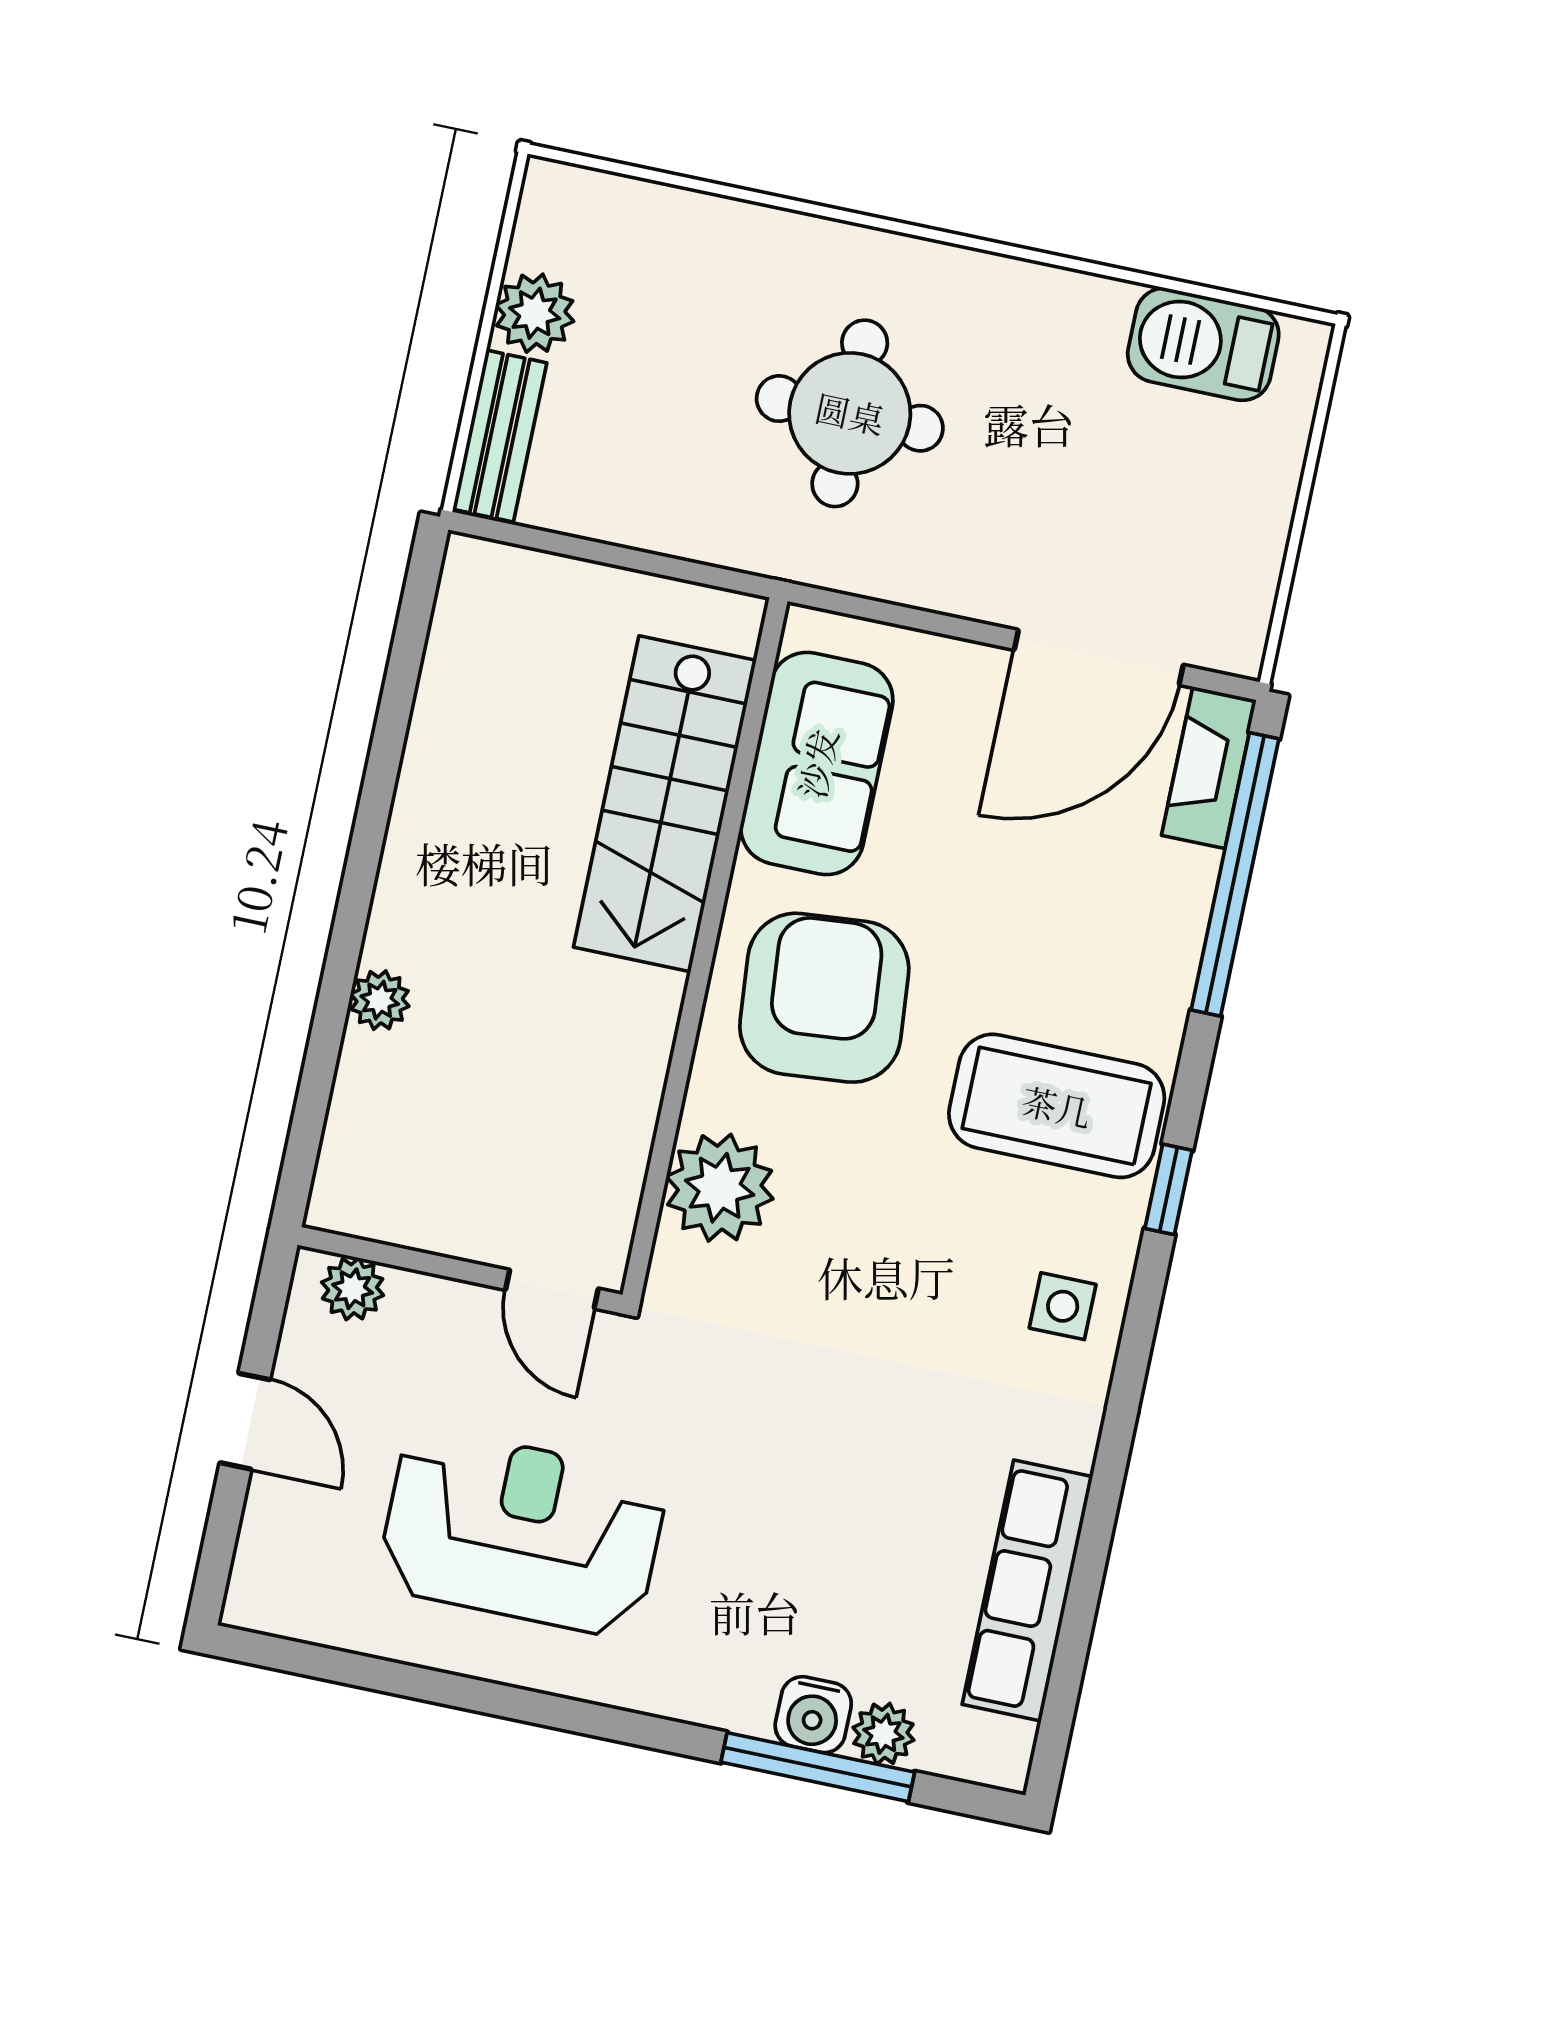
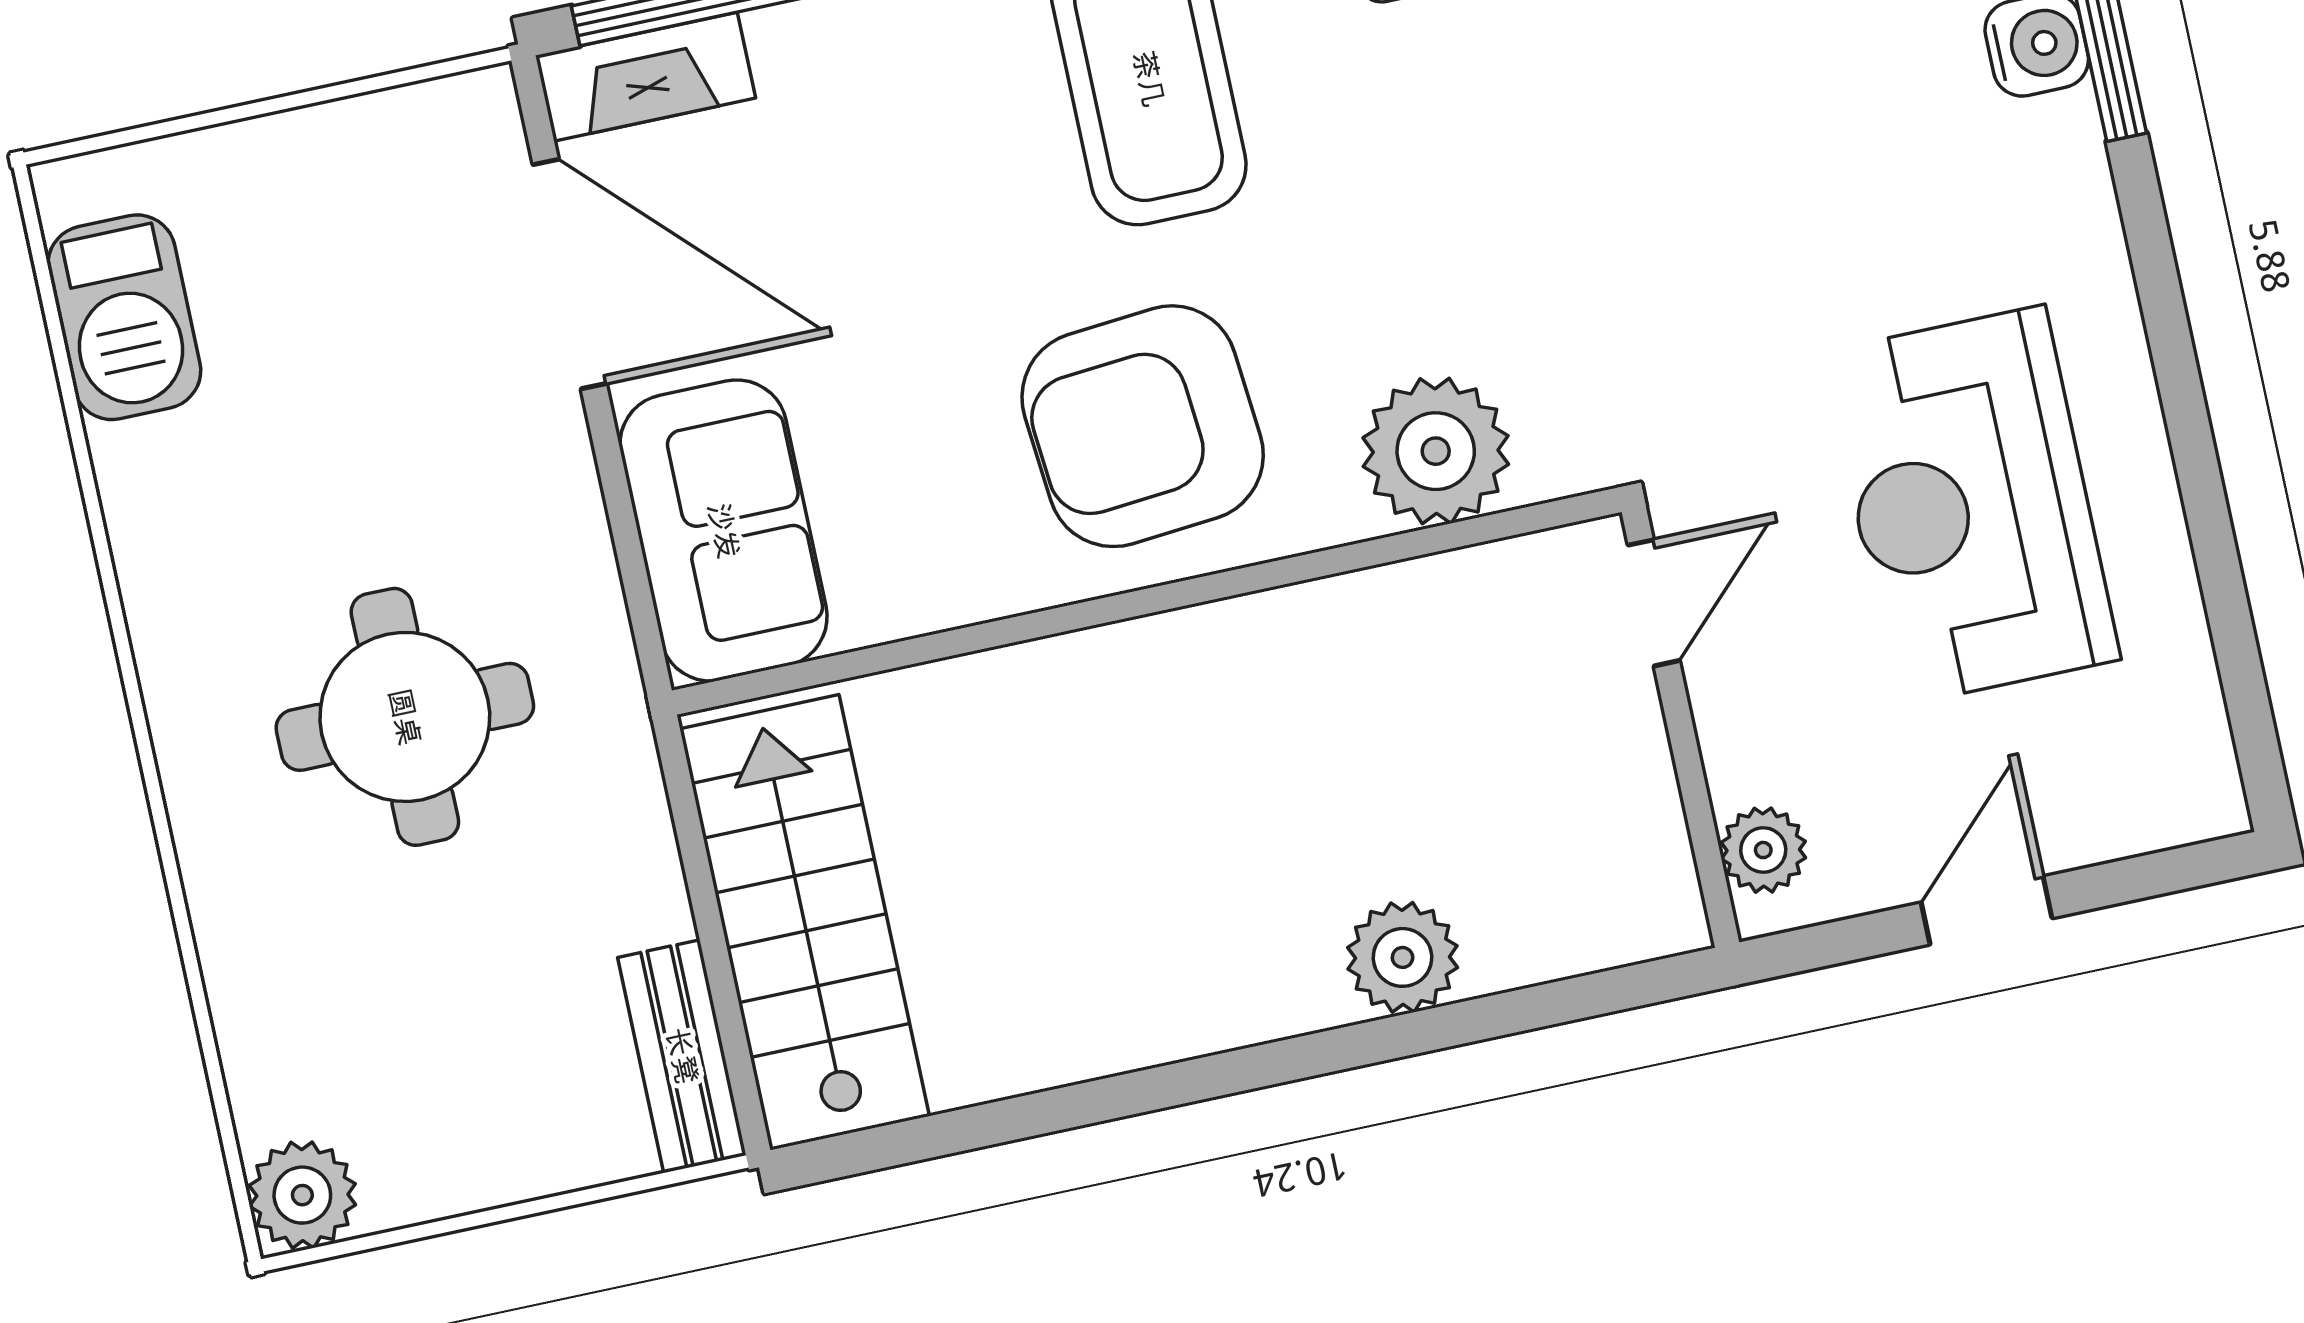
plant: (535, 313) -> (302, 1195), moved
bench: (500, 436) -> (682, 1056), moved, turned 90
sofa: (817, 763) -> (724, 531), moved, turned 90
stairs: (665, 804) -> (805, 922), moved, turned -90
plant: (380, 1000) -> (1403, 957), width x1.38, depth x1.38

